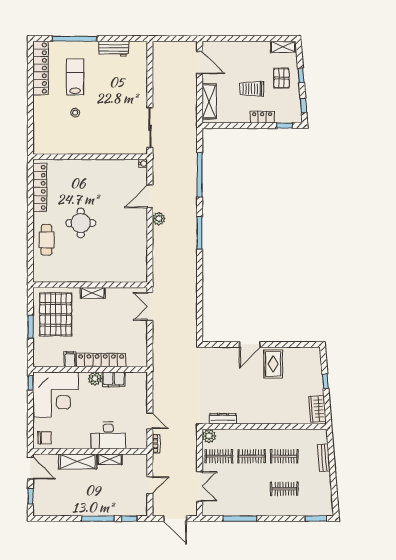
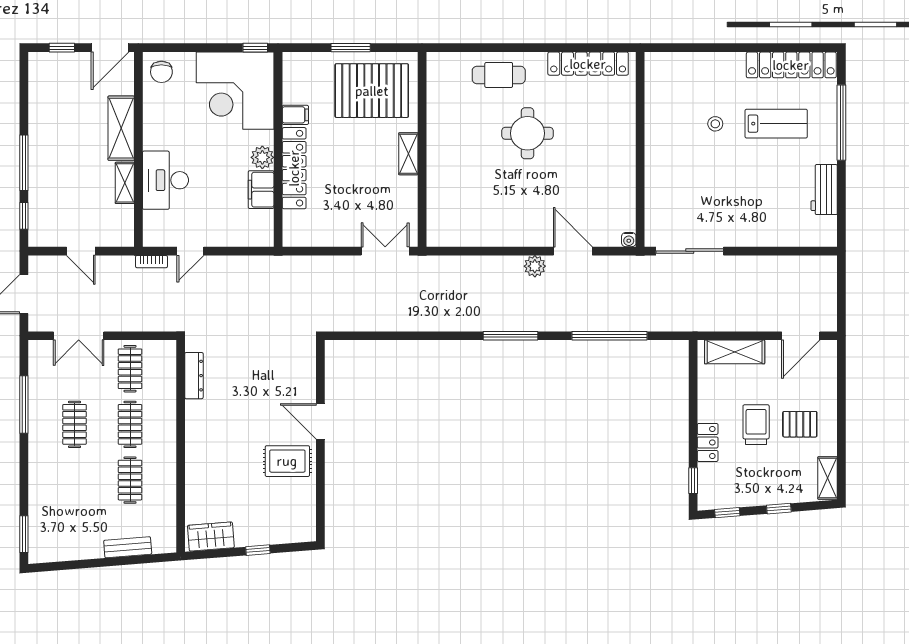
pallet: (281, 78) -> (800, 424), moved
plant: (209, 436) -> (165, 352), removed
clothes rail: (284, 489) -> (75, 424), moved

